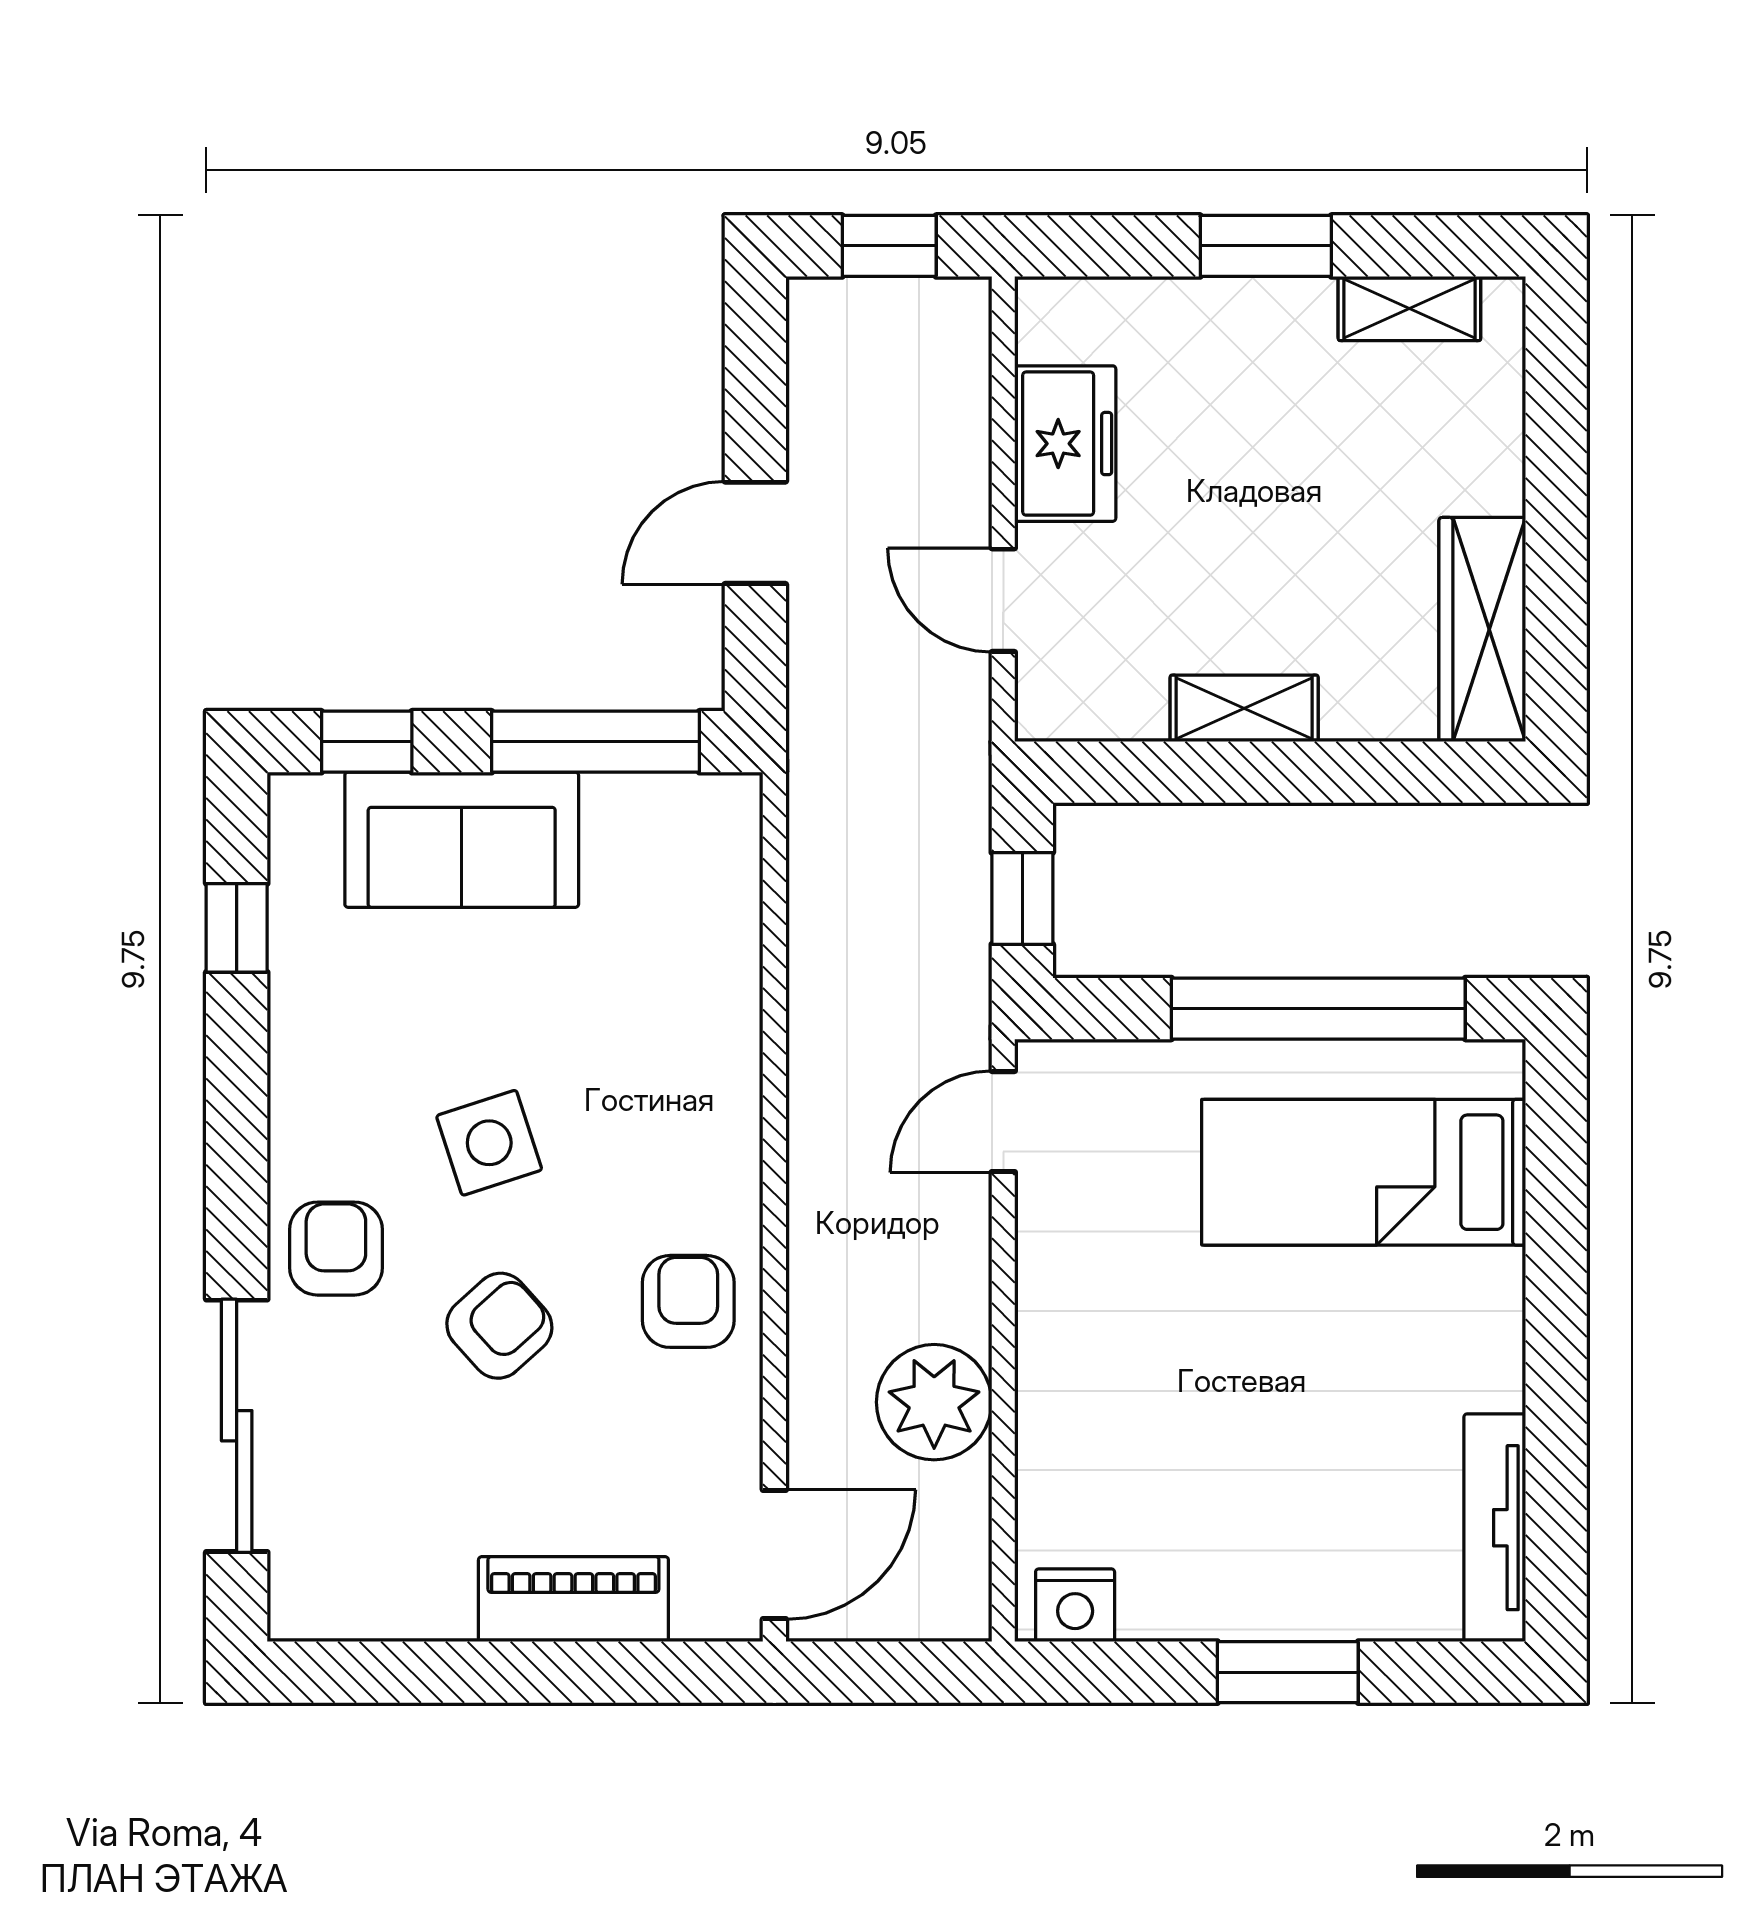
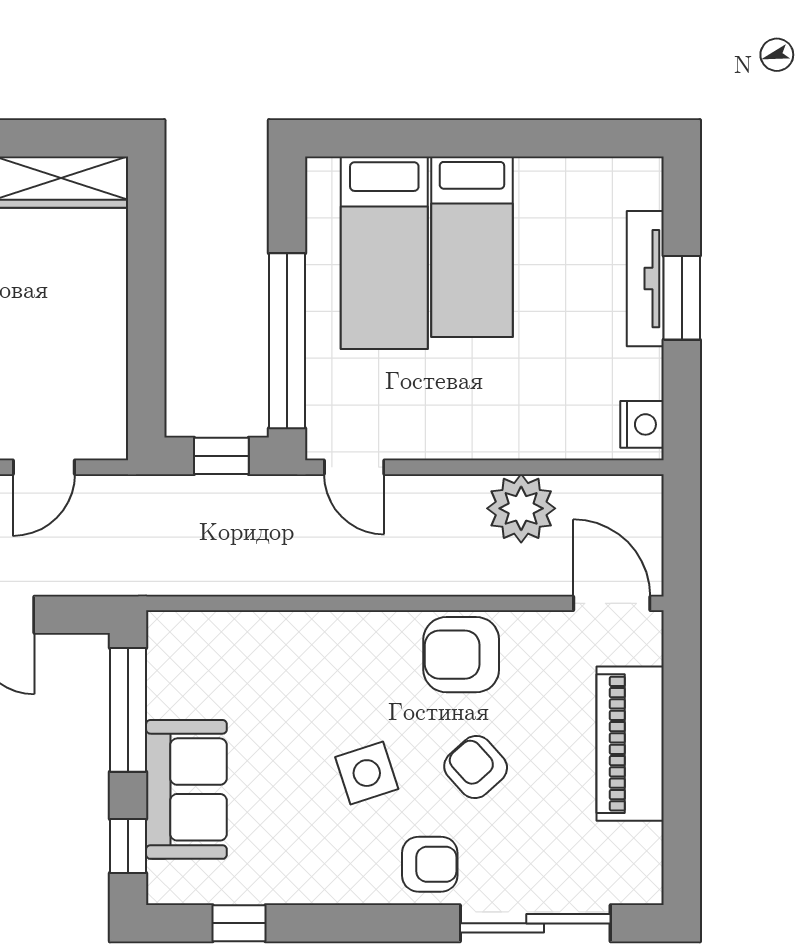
shelving: (1244, 708) -> (108, 324), removed
window: (1318, 1009) -> (287, 341), moved
armchair: (336, 1249) -> (430, 864), turned 180
armchair: (688, 1301) -> (461, 655), width x1.38, depth x1.38
bed: (1374, 1320) -> (472, 247), added
tv unit: (1495, 1528) -> (645, 279), moved, turned 90
piano: (573, 1599) -> (630, 744), width x1.37, depth x1.33

